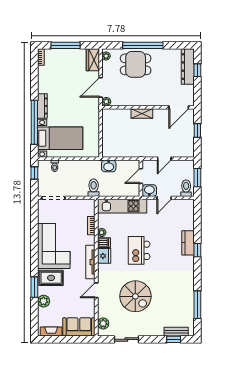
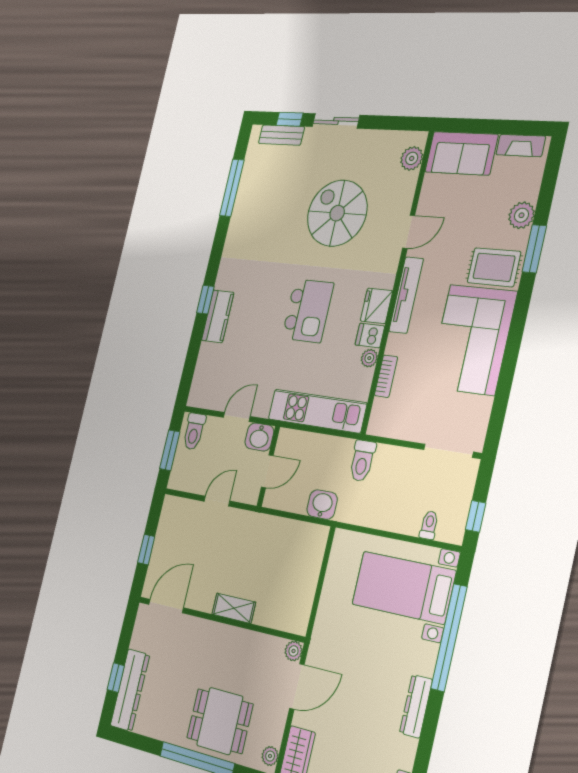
dresser: (42, 106) -> (416, 706), moved
sliding door: (126, 339) -> (336, 121), moved

